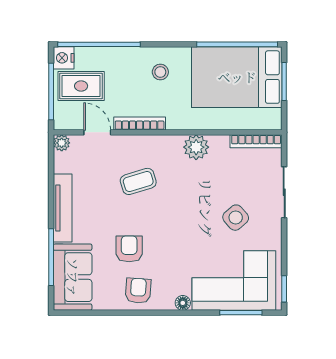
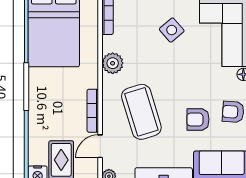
stool: (160, 72) -> (49, 93), removed
coffee table: (138, 181) -> (141, 112), width x1.86, depth x1.72

